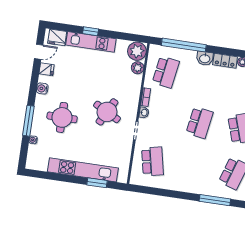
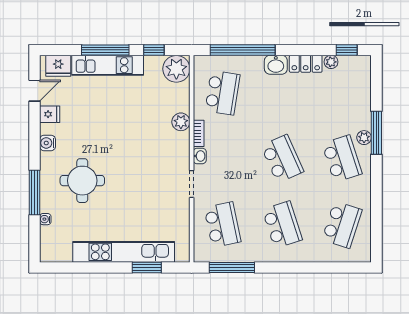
window: (91, 31) -> (105, 50), width x2.17
window: (124, 36) -> (154, 50), added
plant: (138, 68) -> (181, 122), moved
round table: (107, 112) -> (146, 163), removed
school desk: (200, 123) -> (282, 159), turned -33
school desk: (193, 167) -> (282, 225), added
window: (215, 200) -> (232, 267), moved

